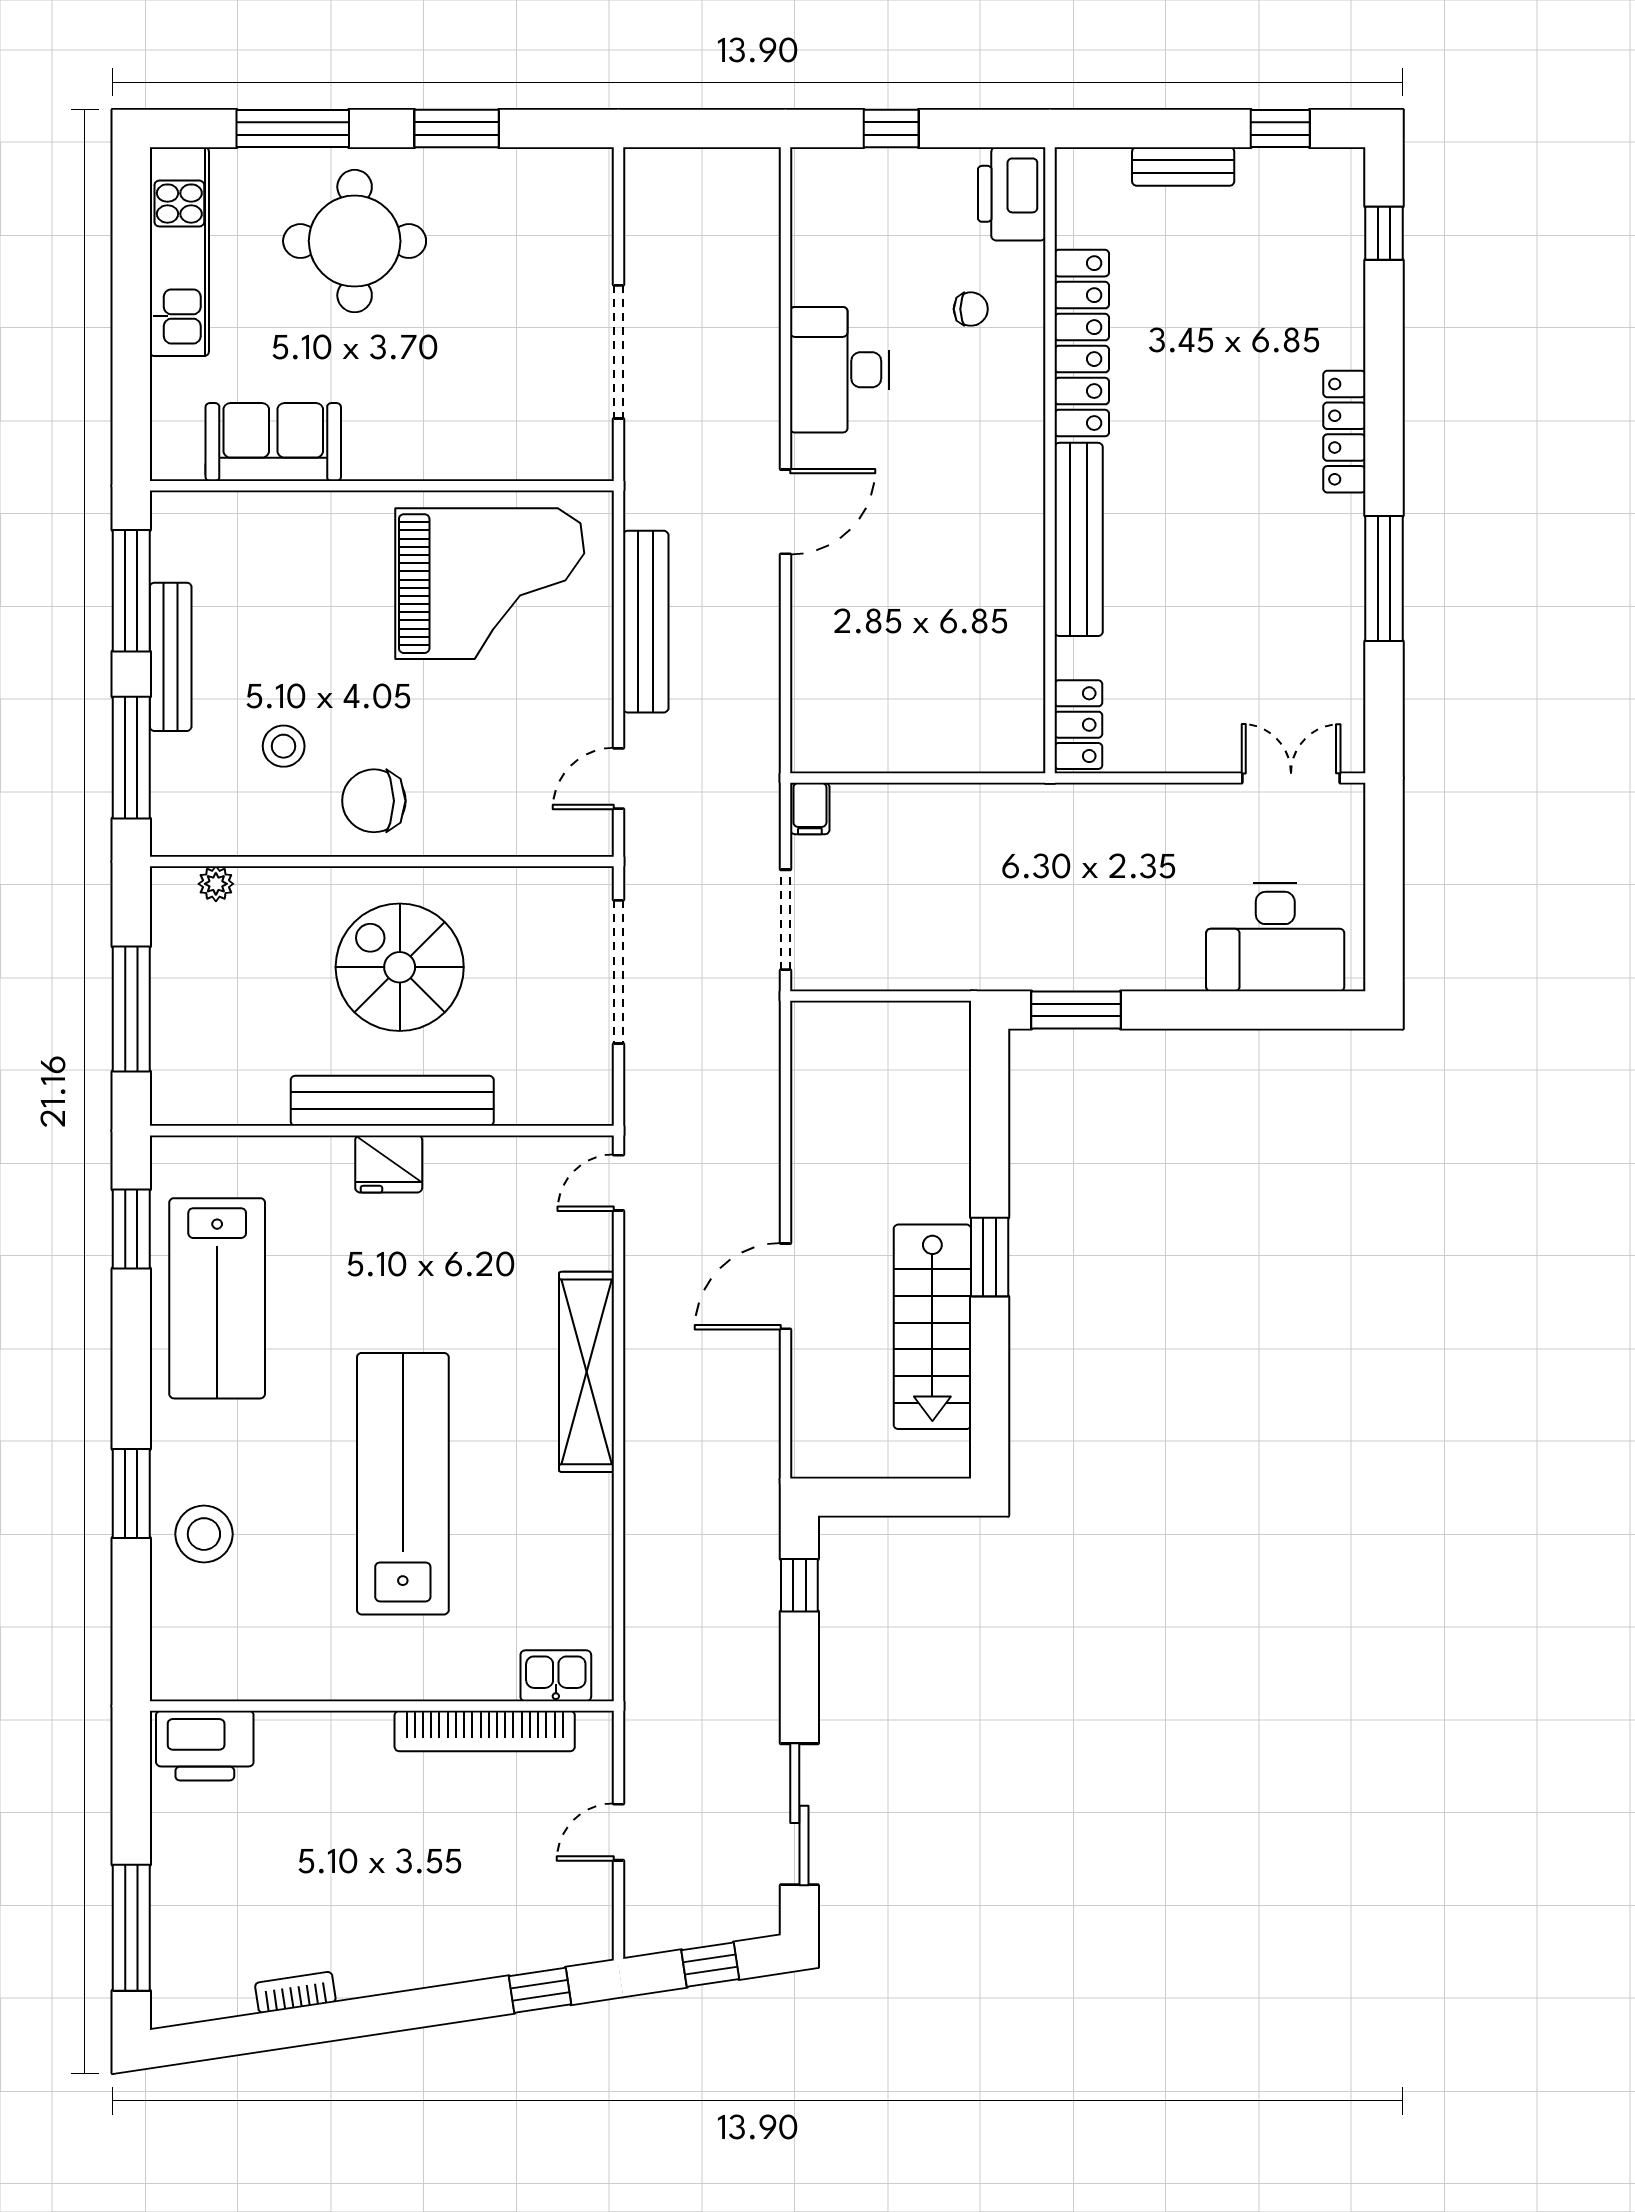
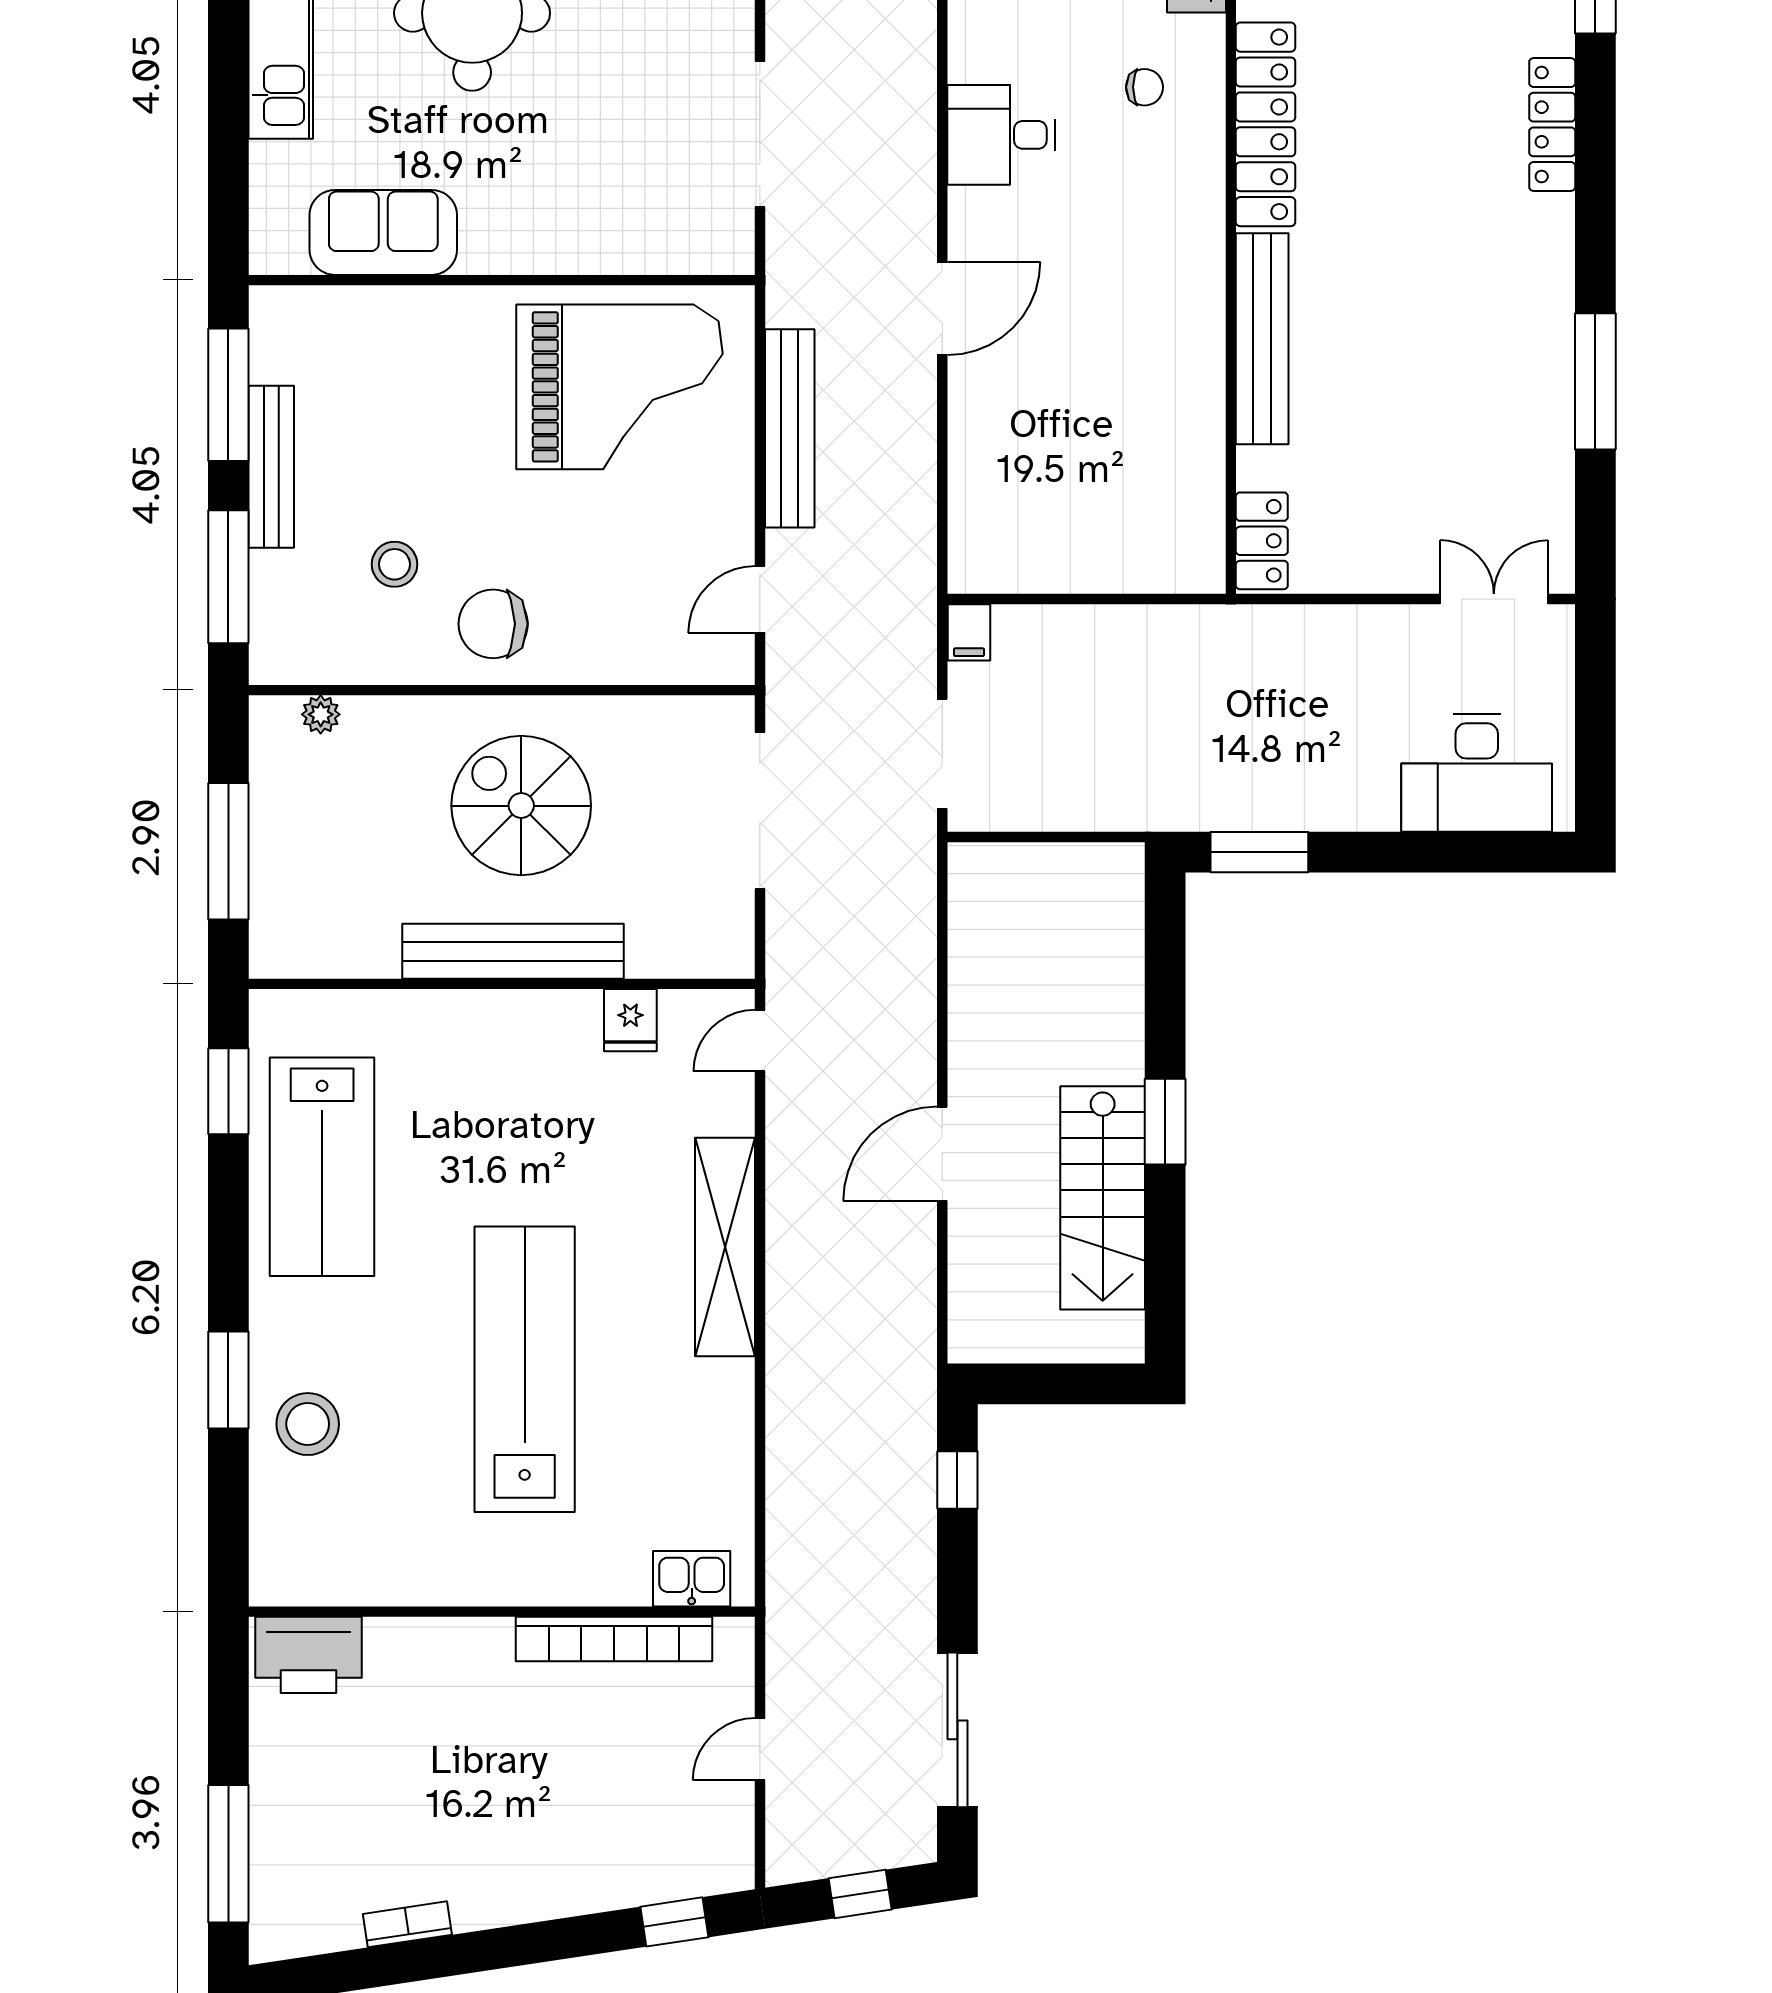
desk: (840, 370) -> (1001, 135), width x0.73
locker: (1344, 432) -> (1552, 124), moved
fridge: (389, 1164) -> (630, 1020), moved, width x0.72

